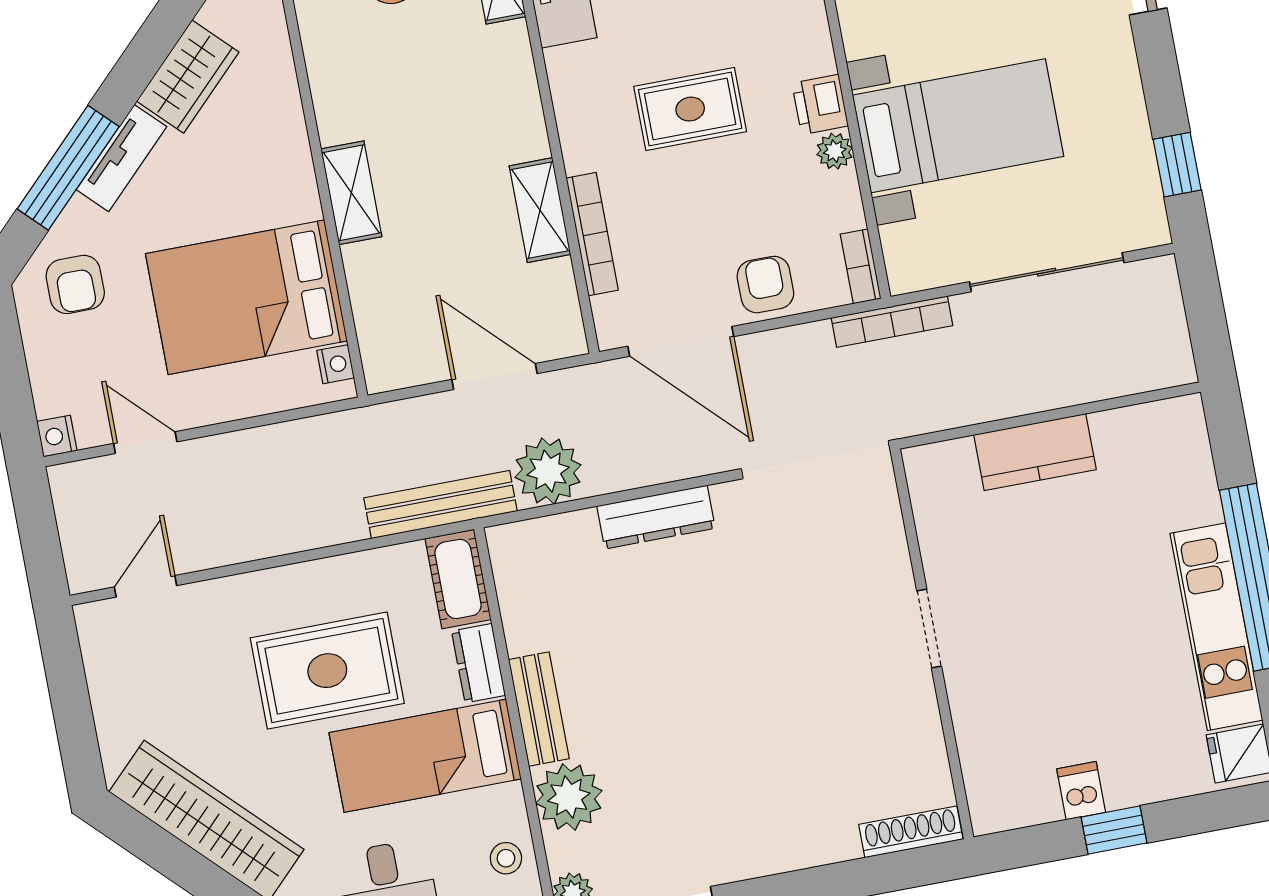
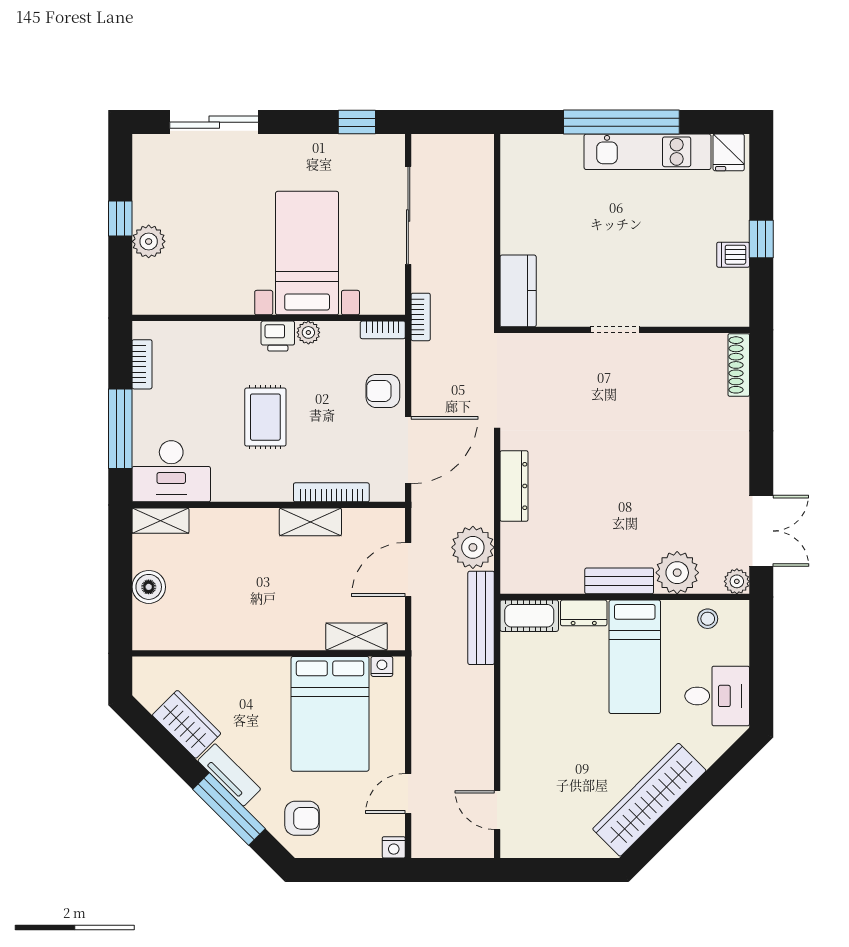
shelving: (351, 193) -> (357, 637), moved
bookcase: (892, 322) -> (421, 317), width x0.64
kitchen counter: (1035, 452) -> (518, 291), moved
rug: (327, 671) -> (571, 707), removed

